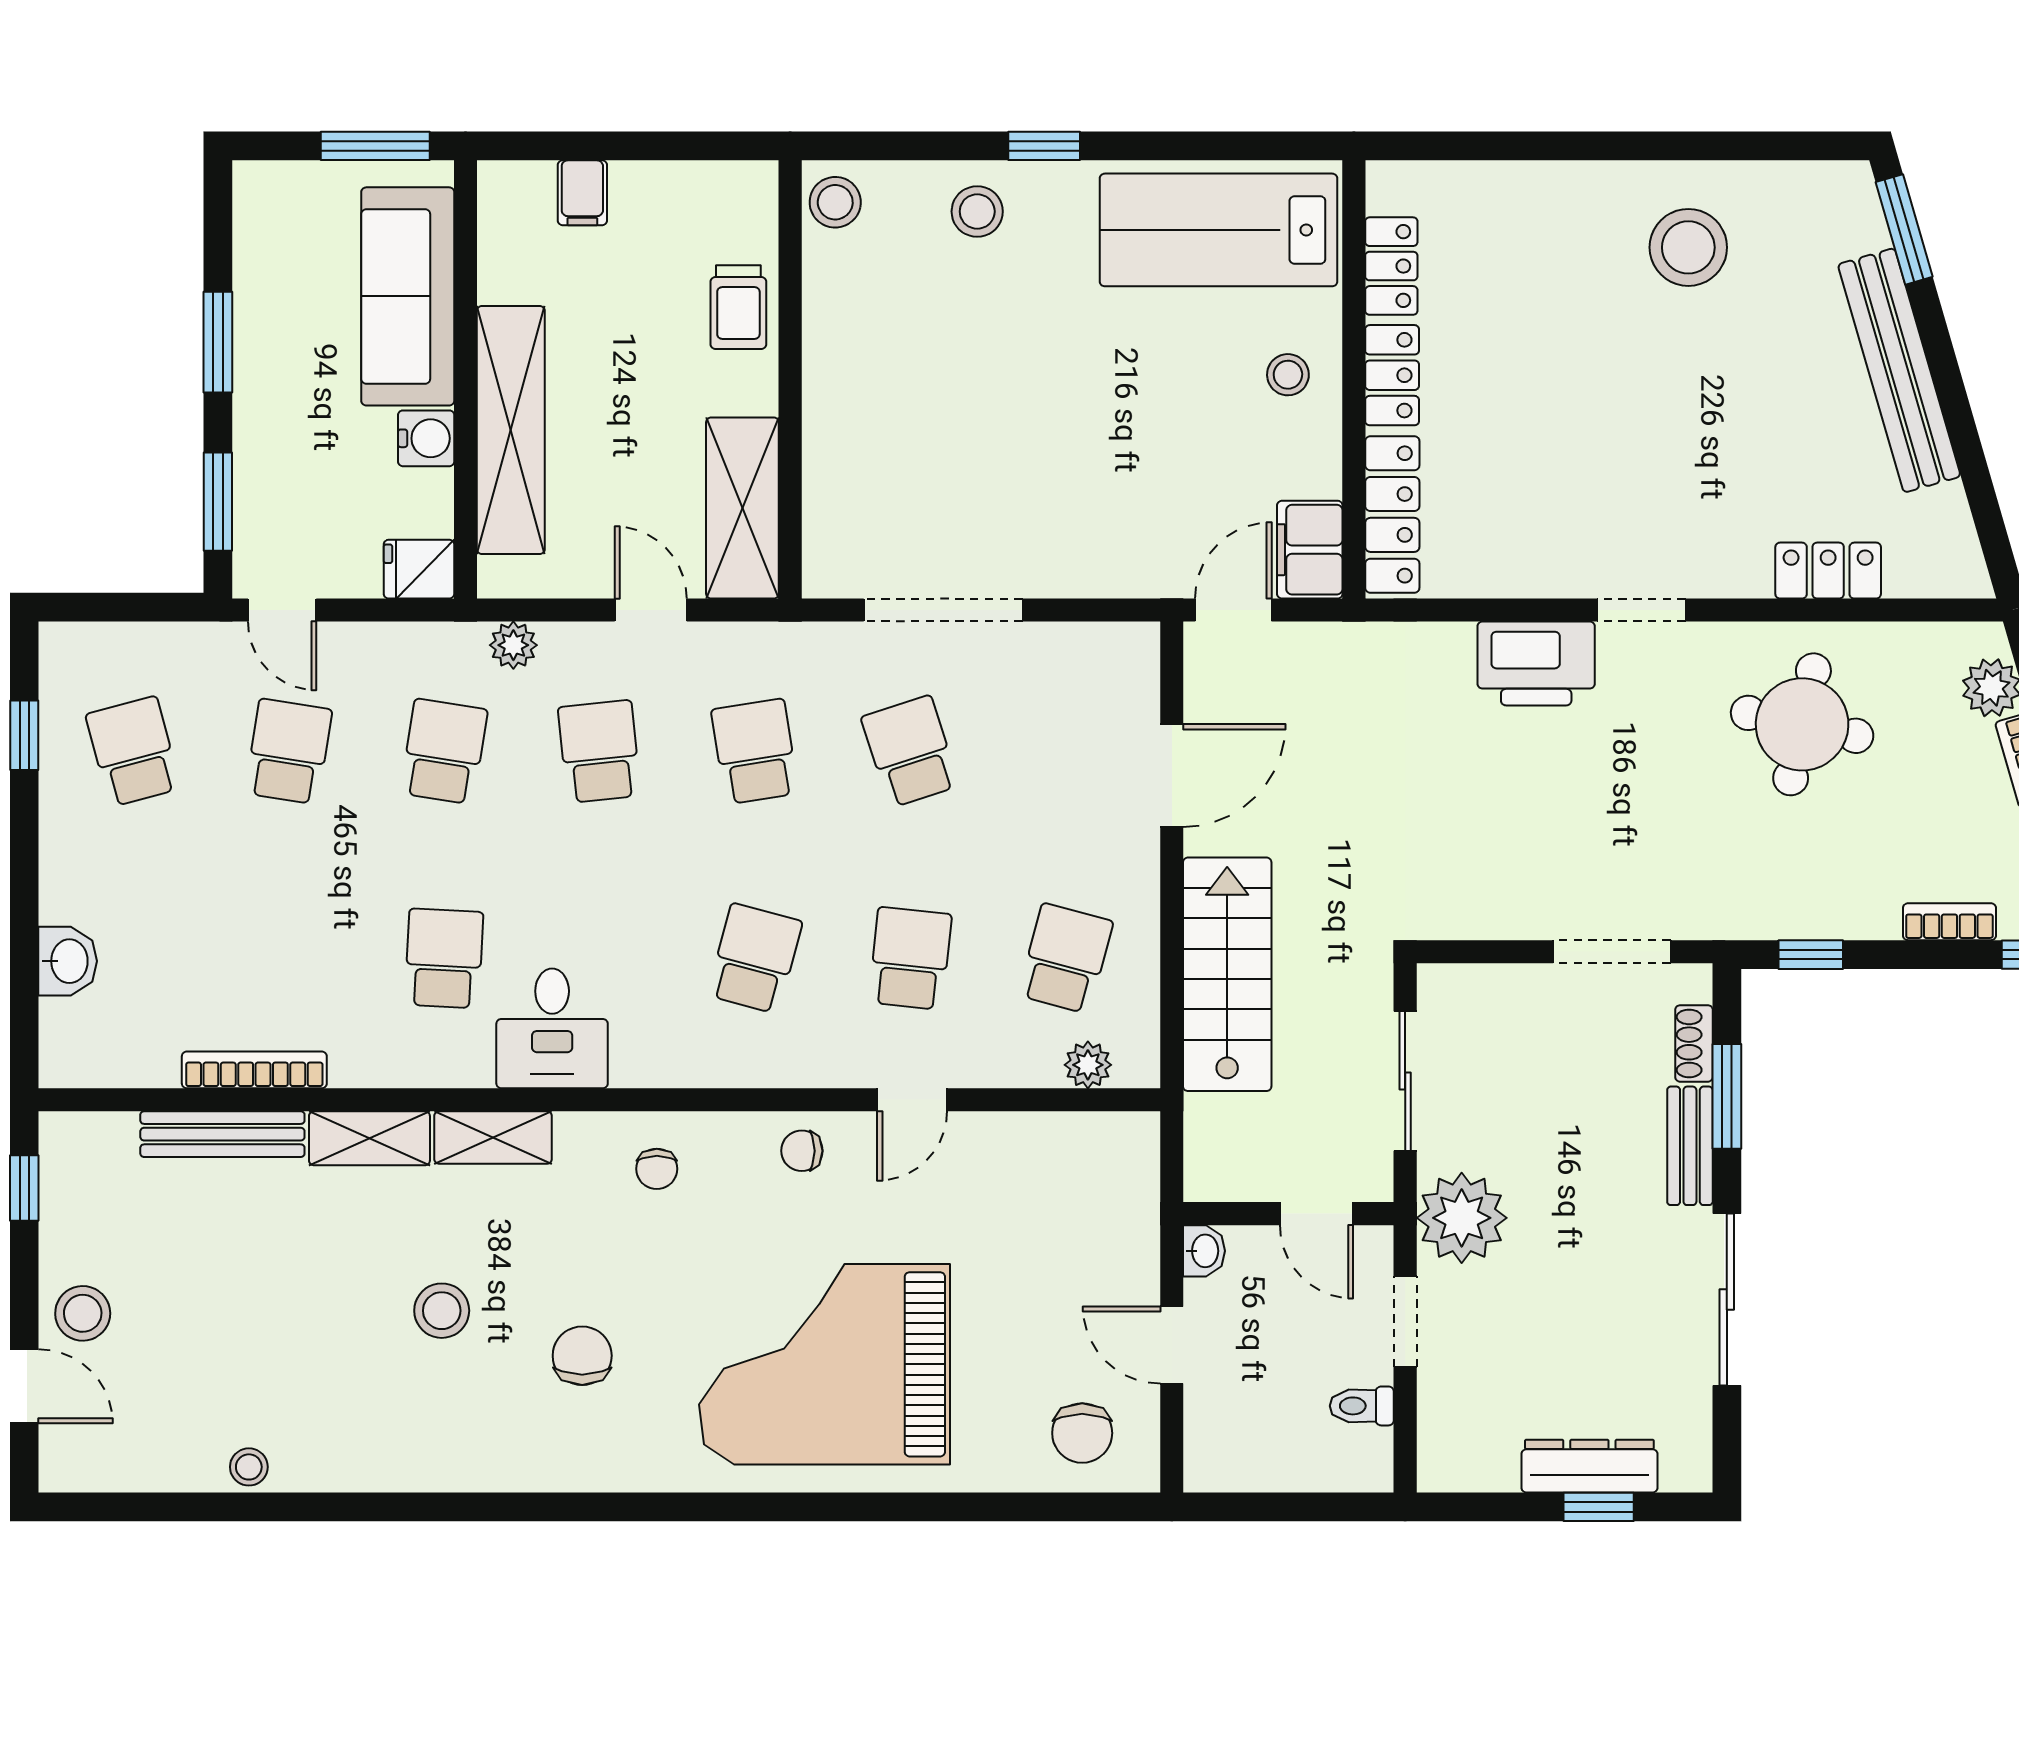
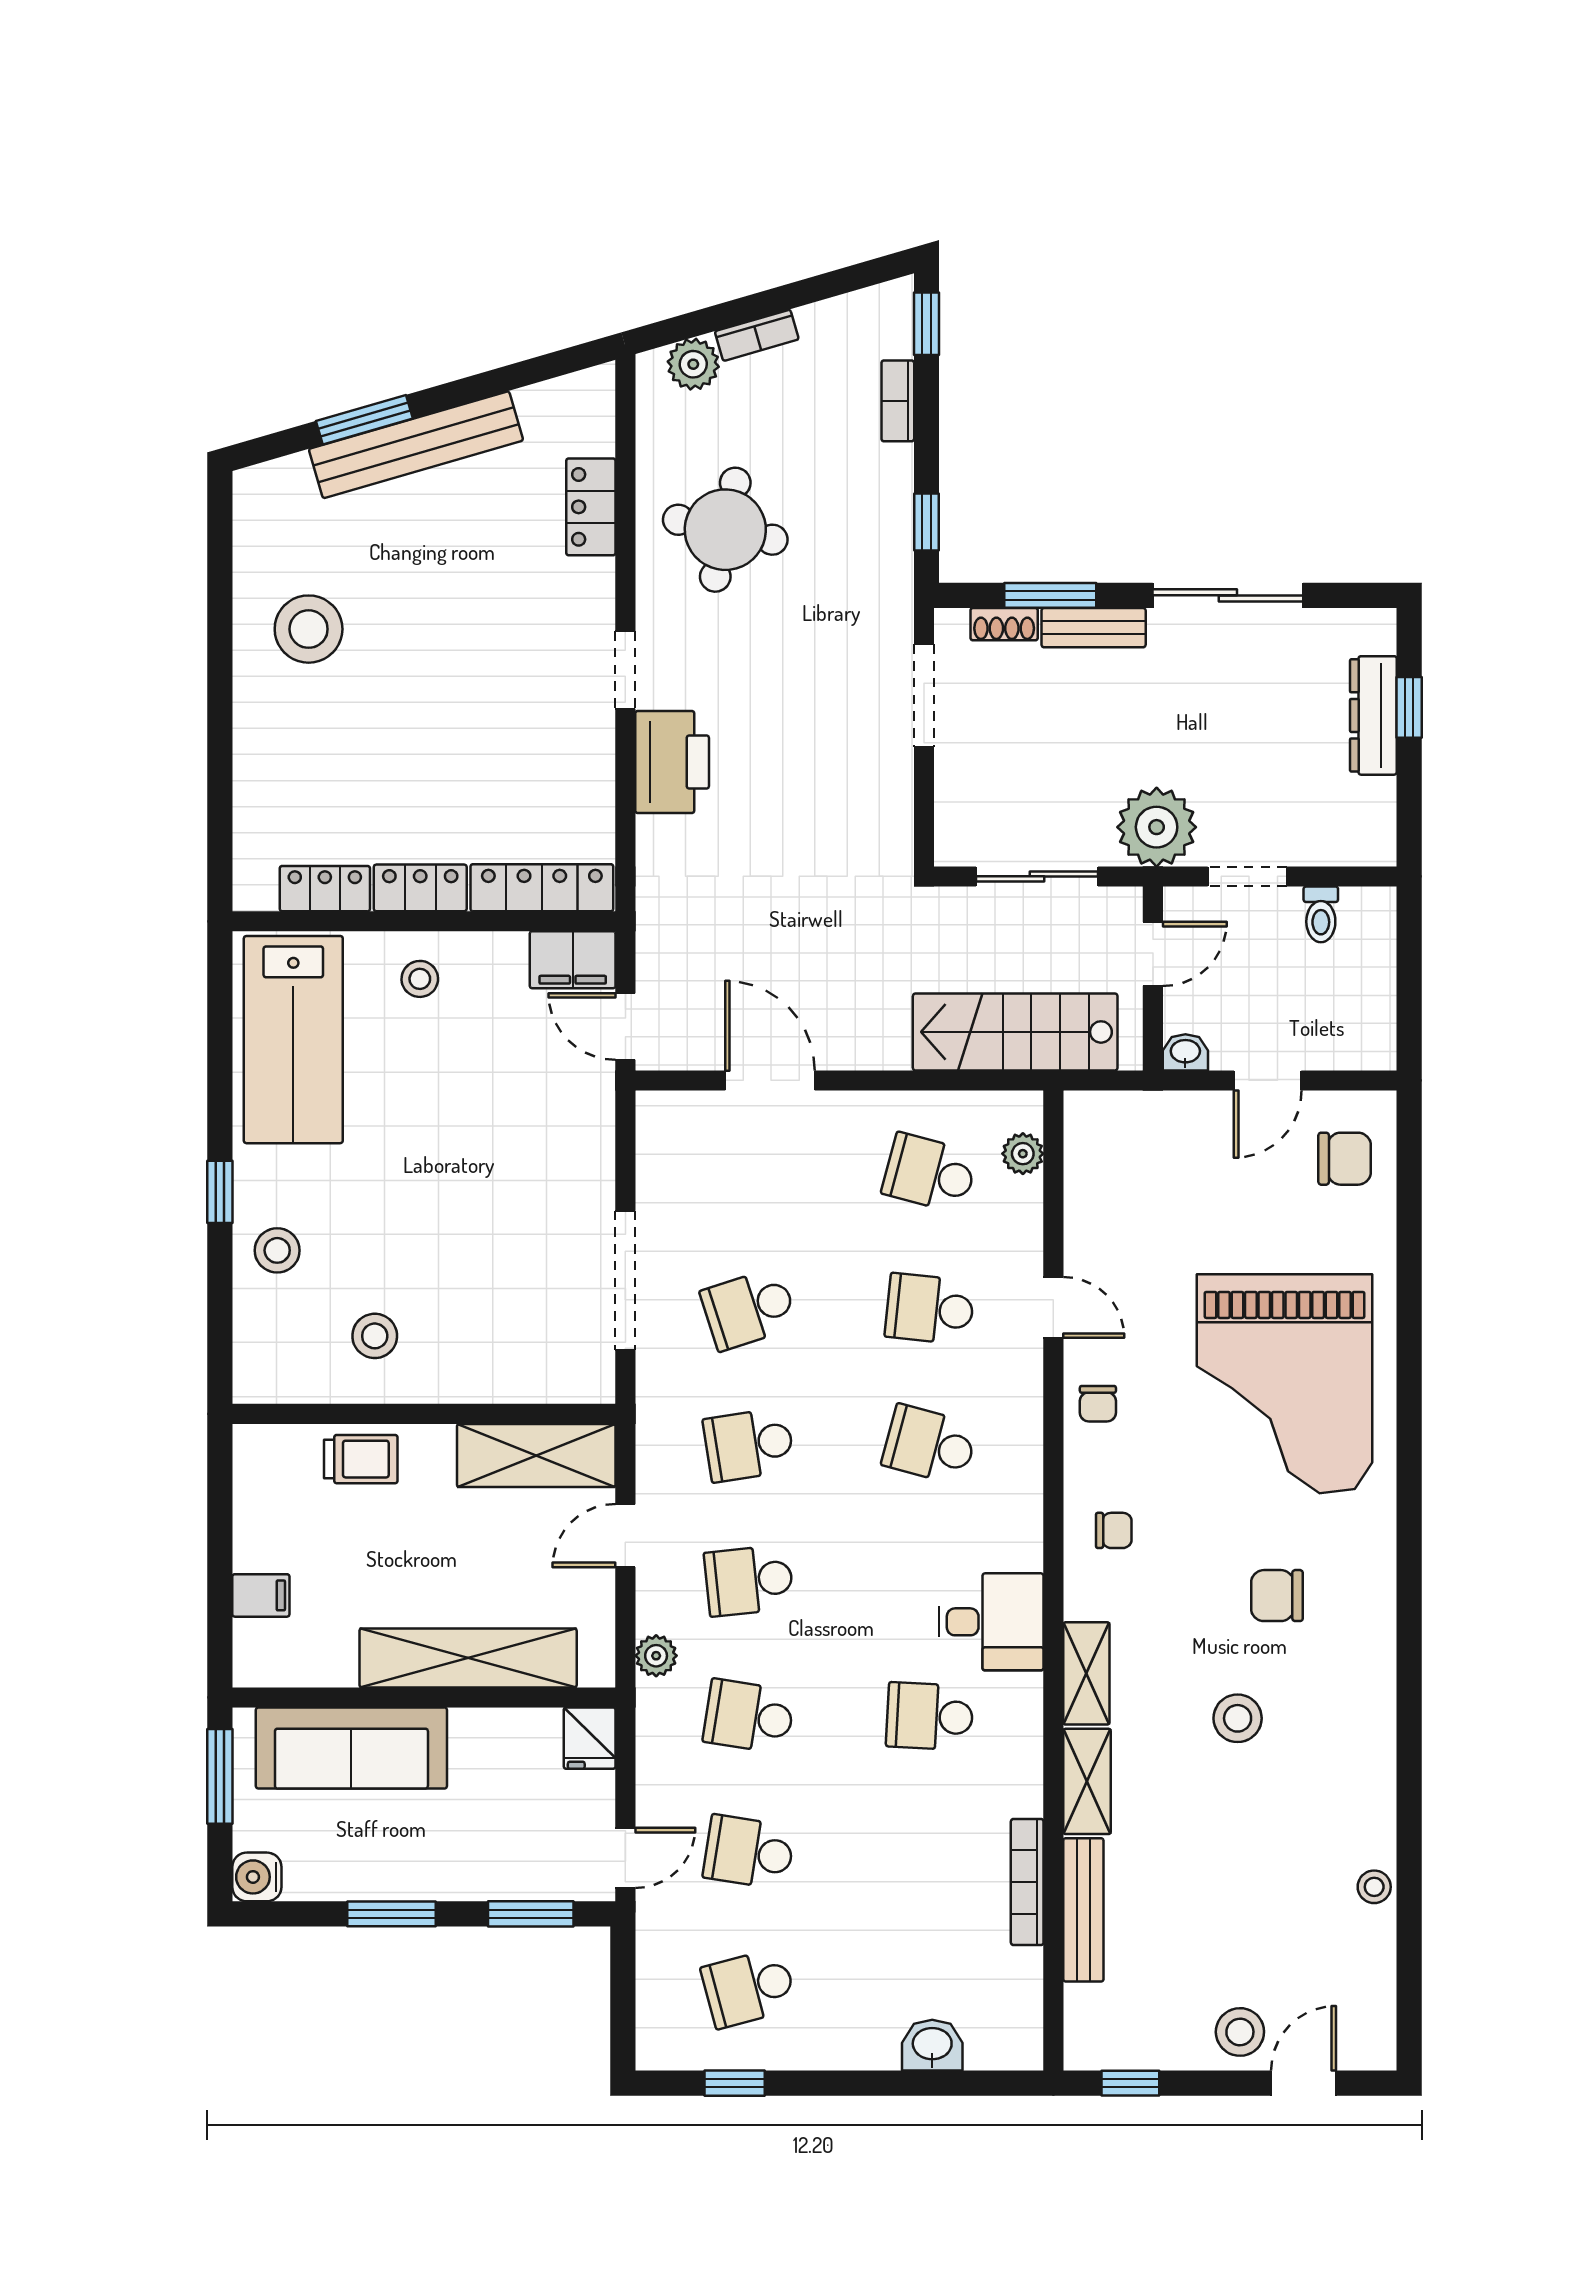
stool: (835, 202) -> (375, 1336), moved
window: (1904, 229) -> (364, 420), moved
water cooler: (426, 438) -> (257, 1877), moved, turned -90
stairs: (1227, 974) -> (1015, 1032), moved

